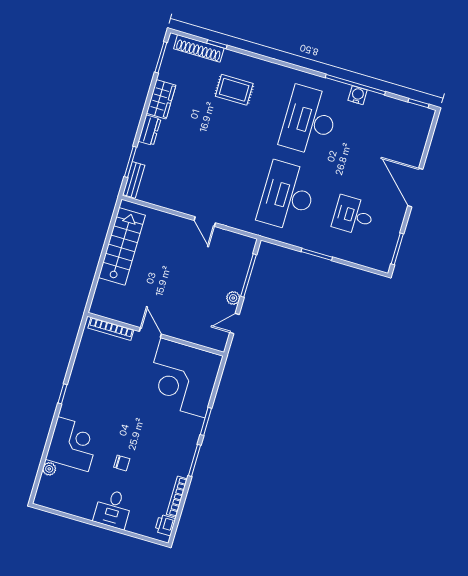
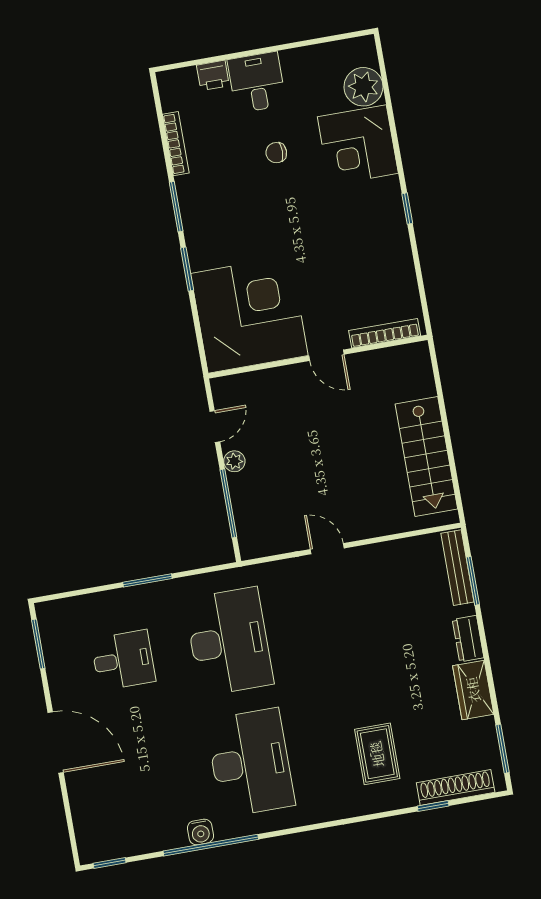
rug: (234, 90) -> (377, 754), turned 90
bench: (134, 180) -> (457, 568), width x1.36
plant: (49, 469) -> (363, 87), width x1.88, depth x1.88
printer: (165, 525) -> (213, 75), moved, turned 90

